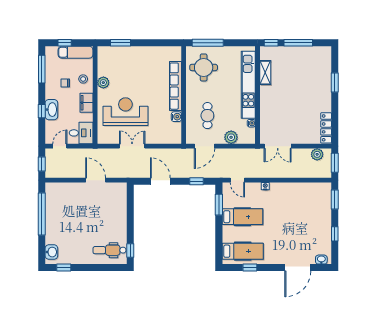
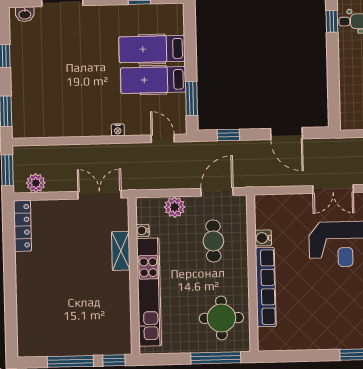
shelving: (265, 73) -> (121, 251), moved
window: (335, 83) -> (10, 299), removed
hospital bed: (243, 251) -> (152, 49), moved

